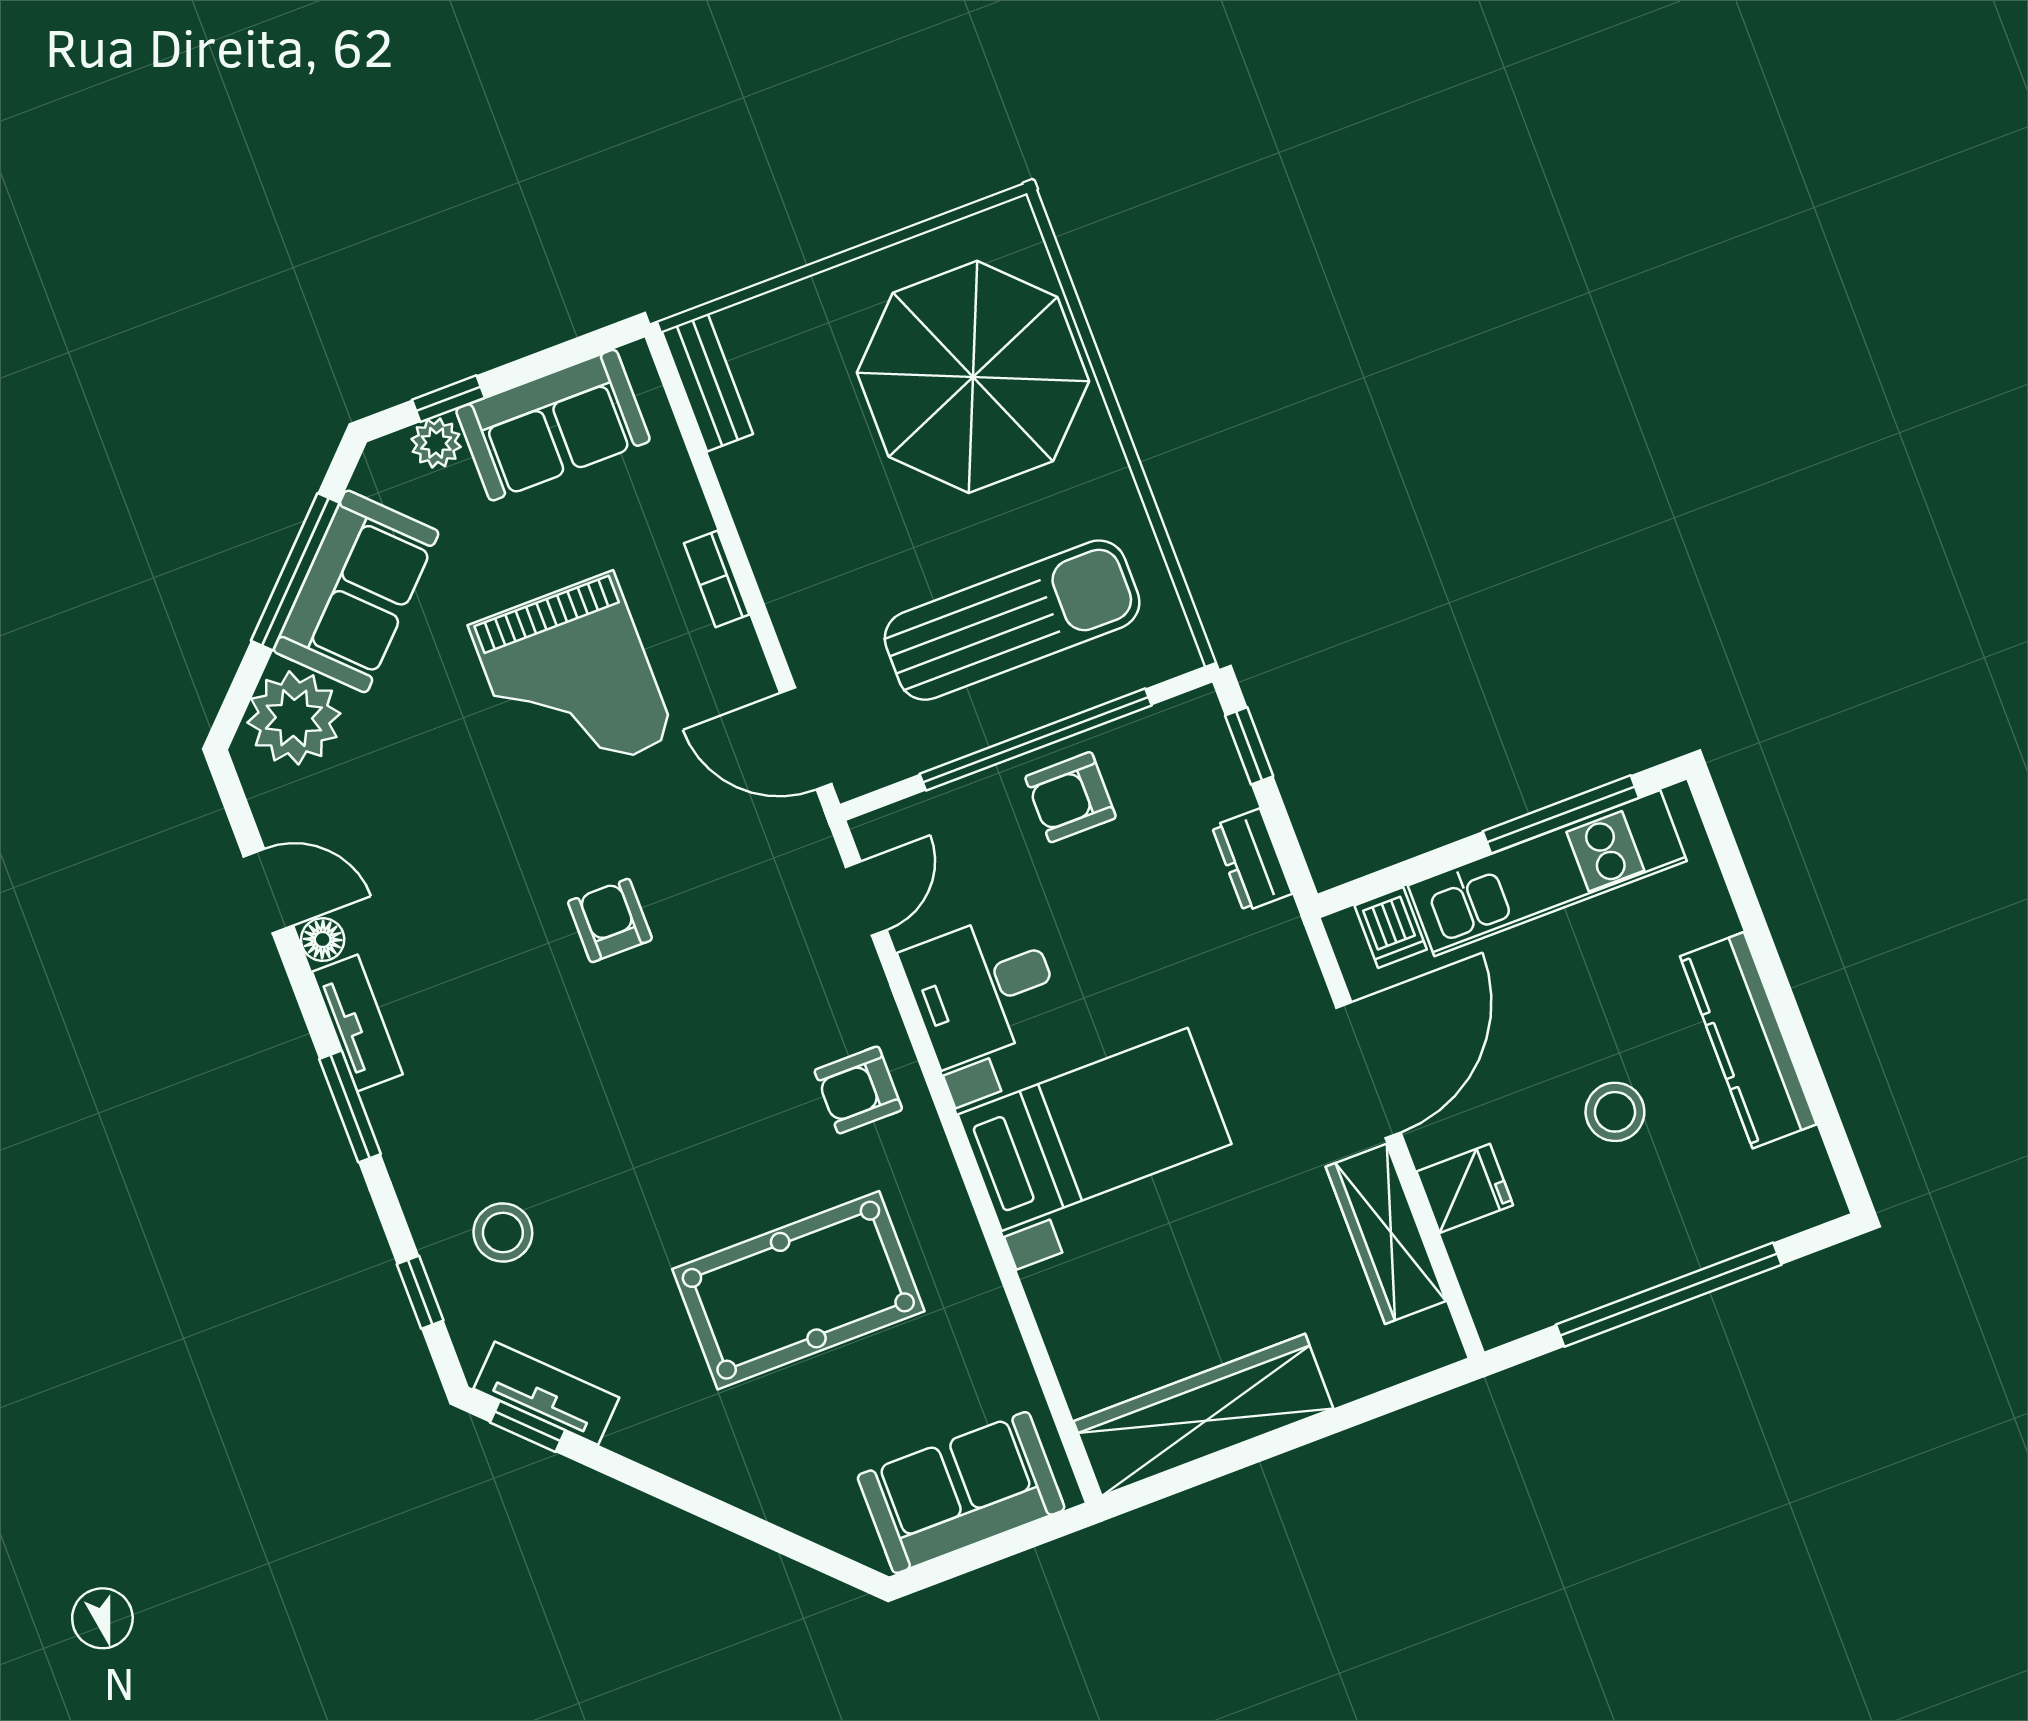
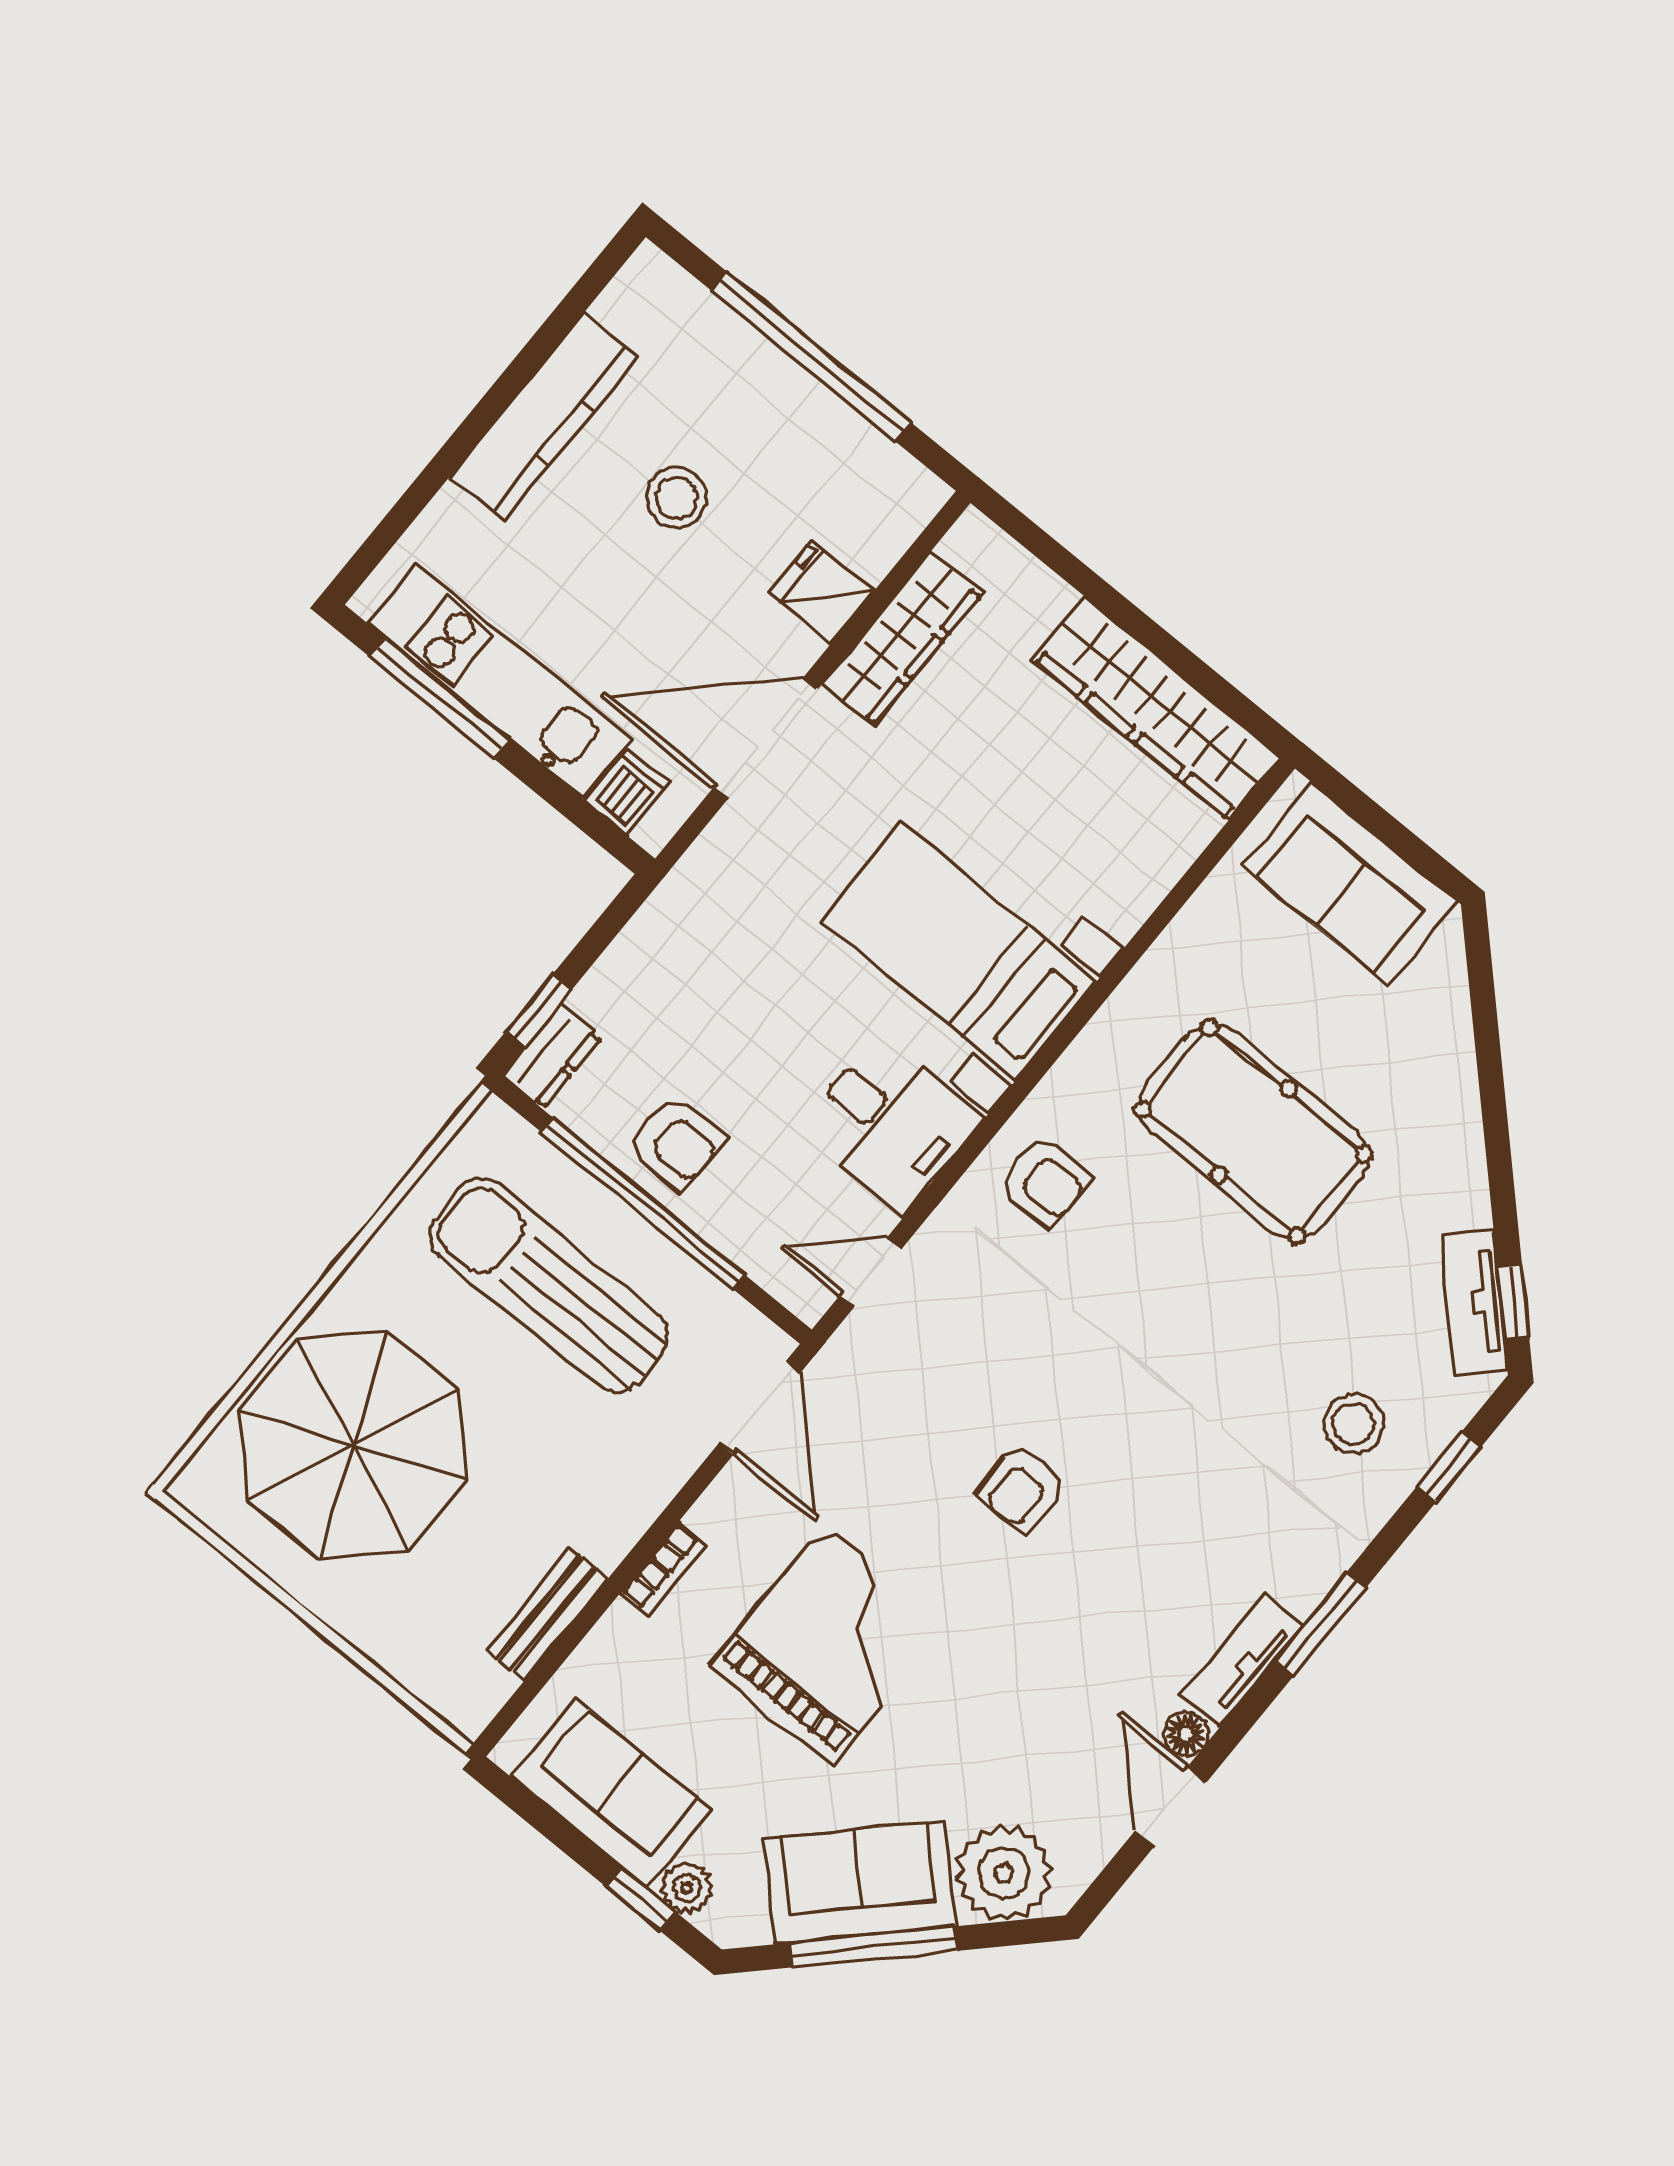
bench: (707, 383) -> (547, 1614), moved
dresser: (1252, 860) -> (552, 1056), moved

